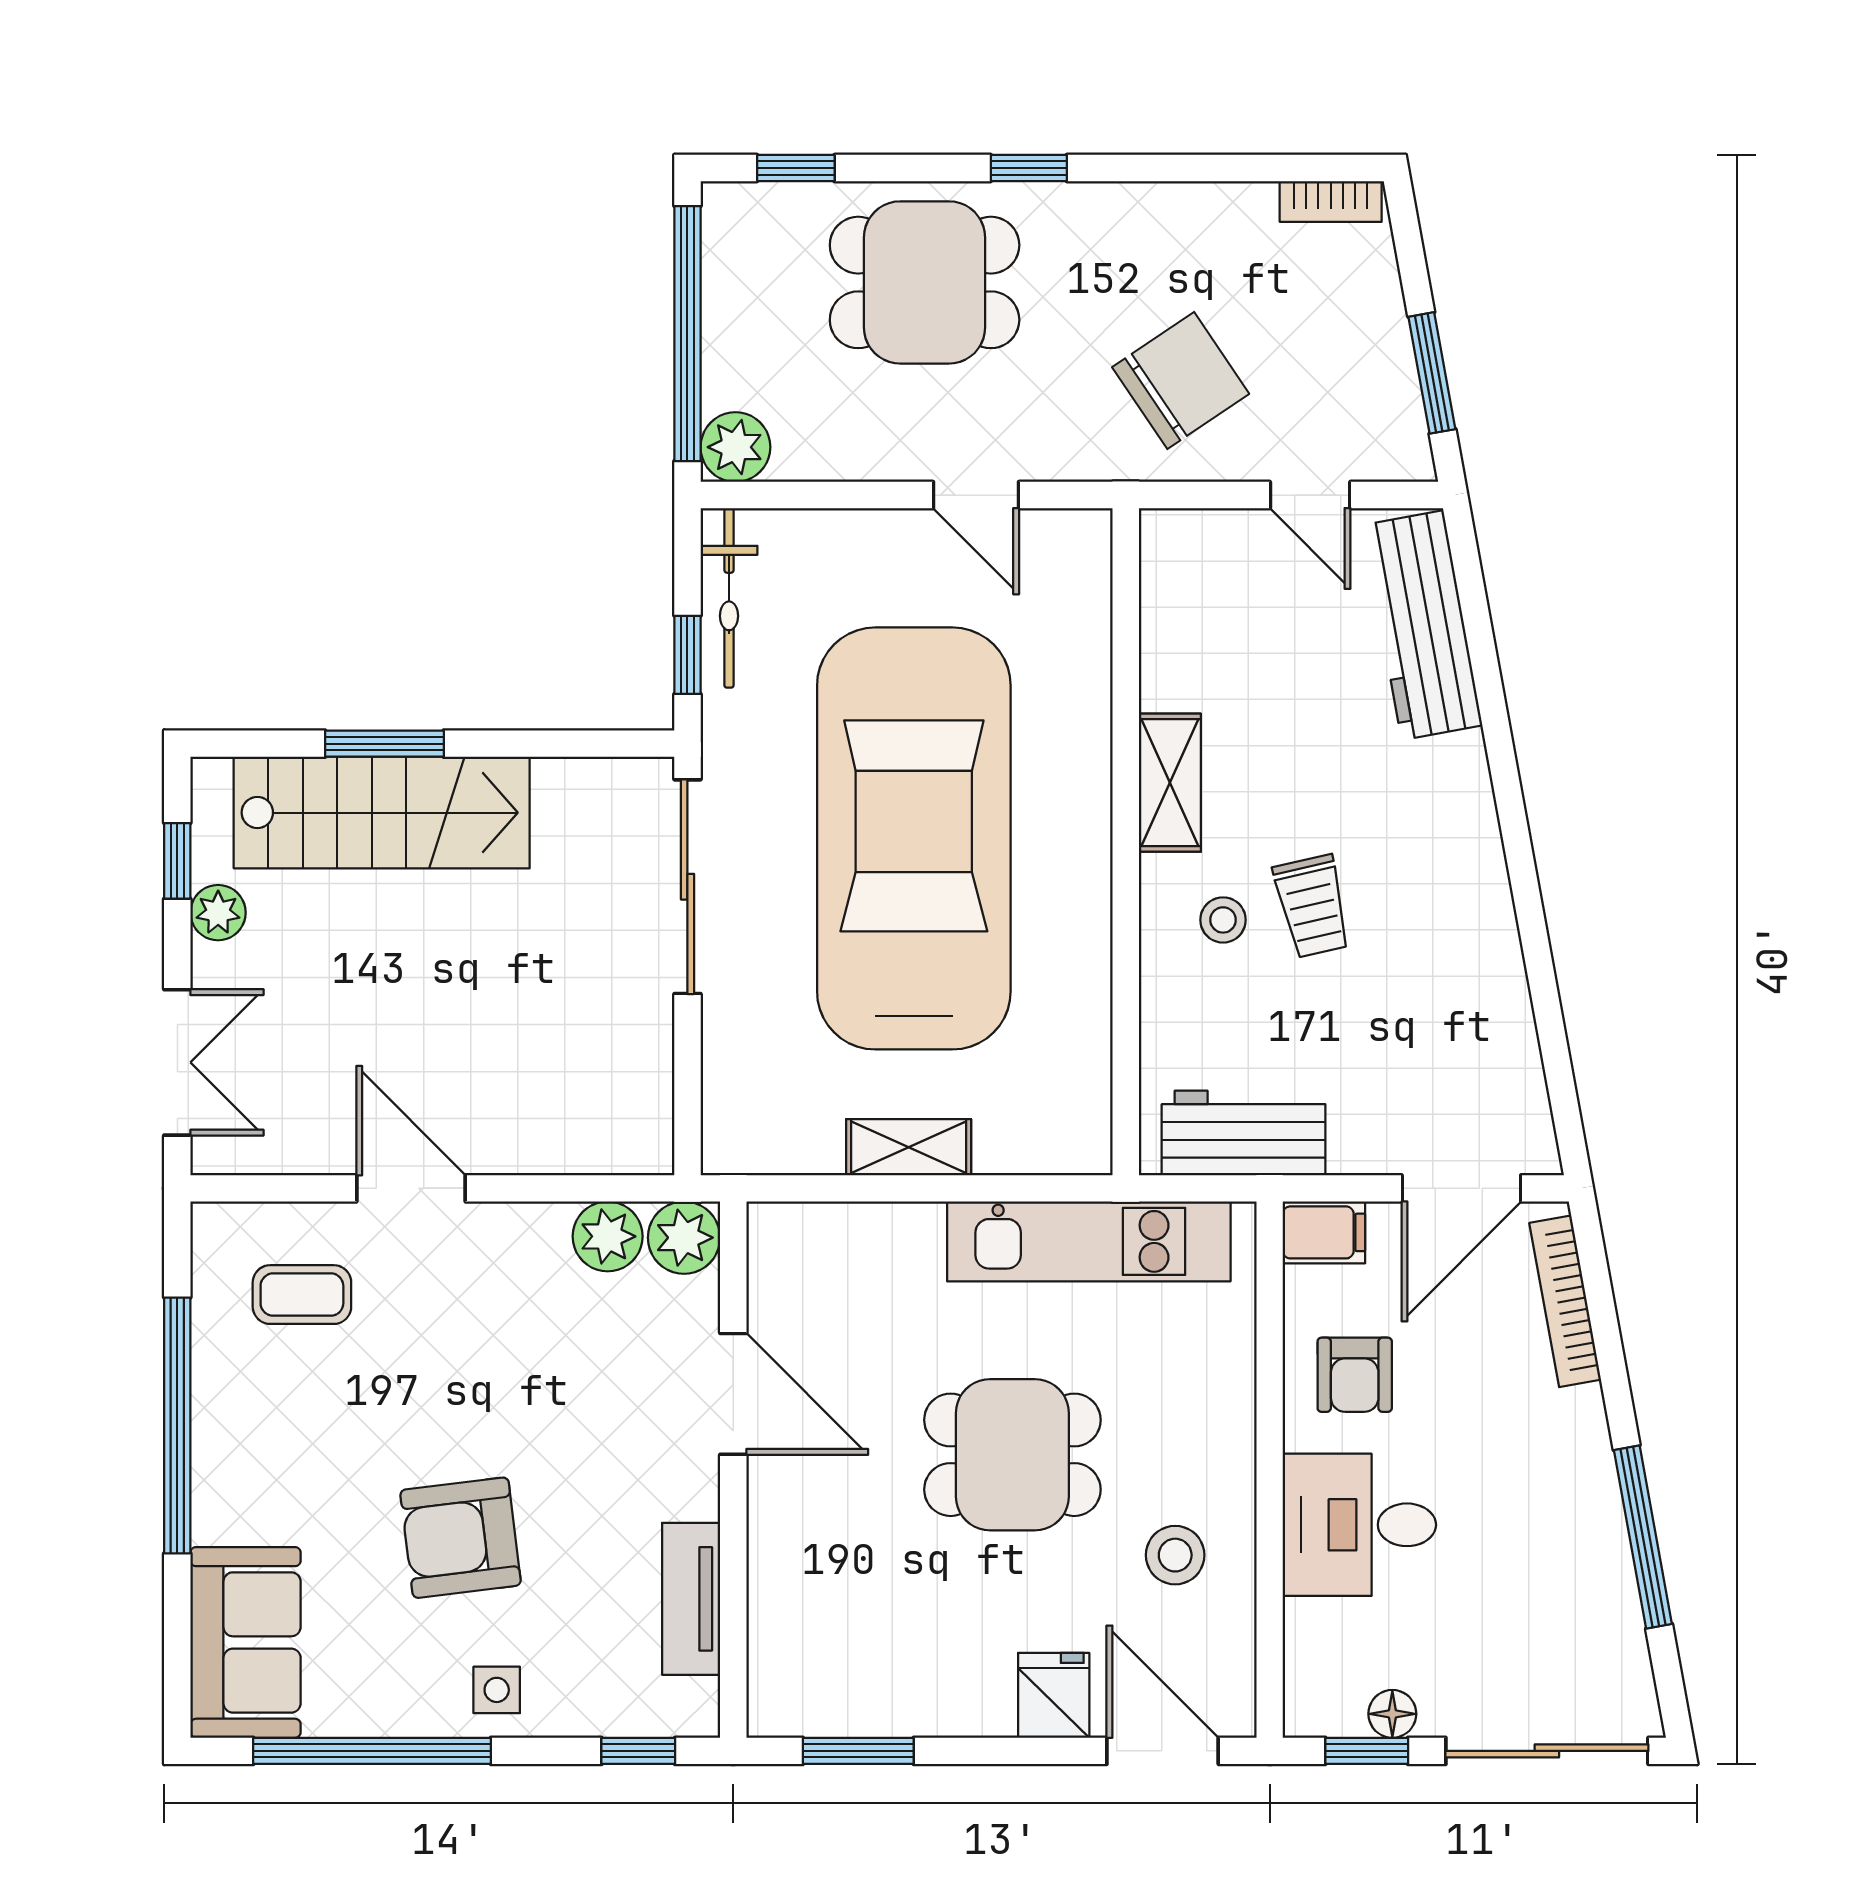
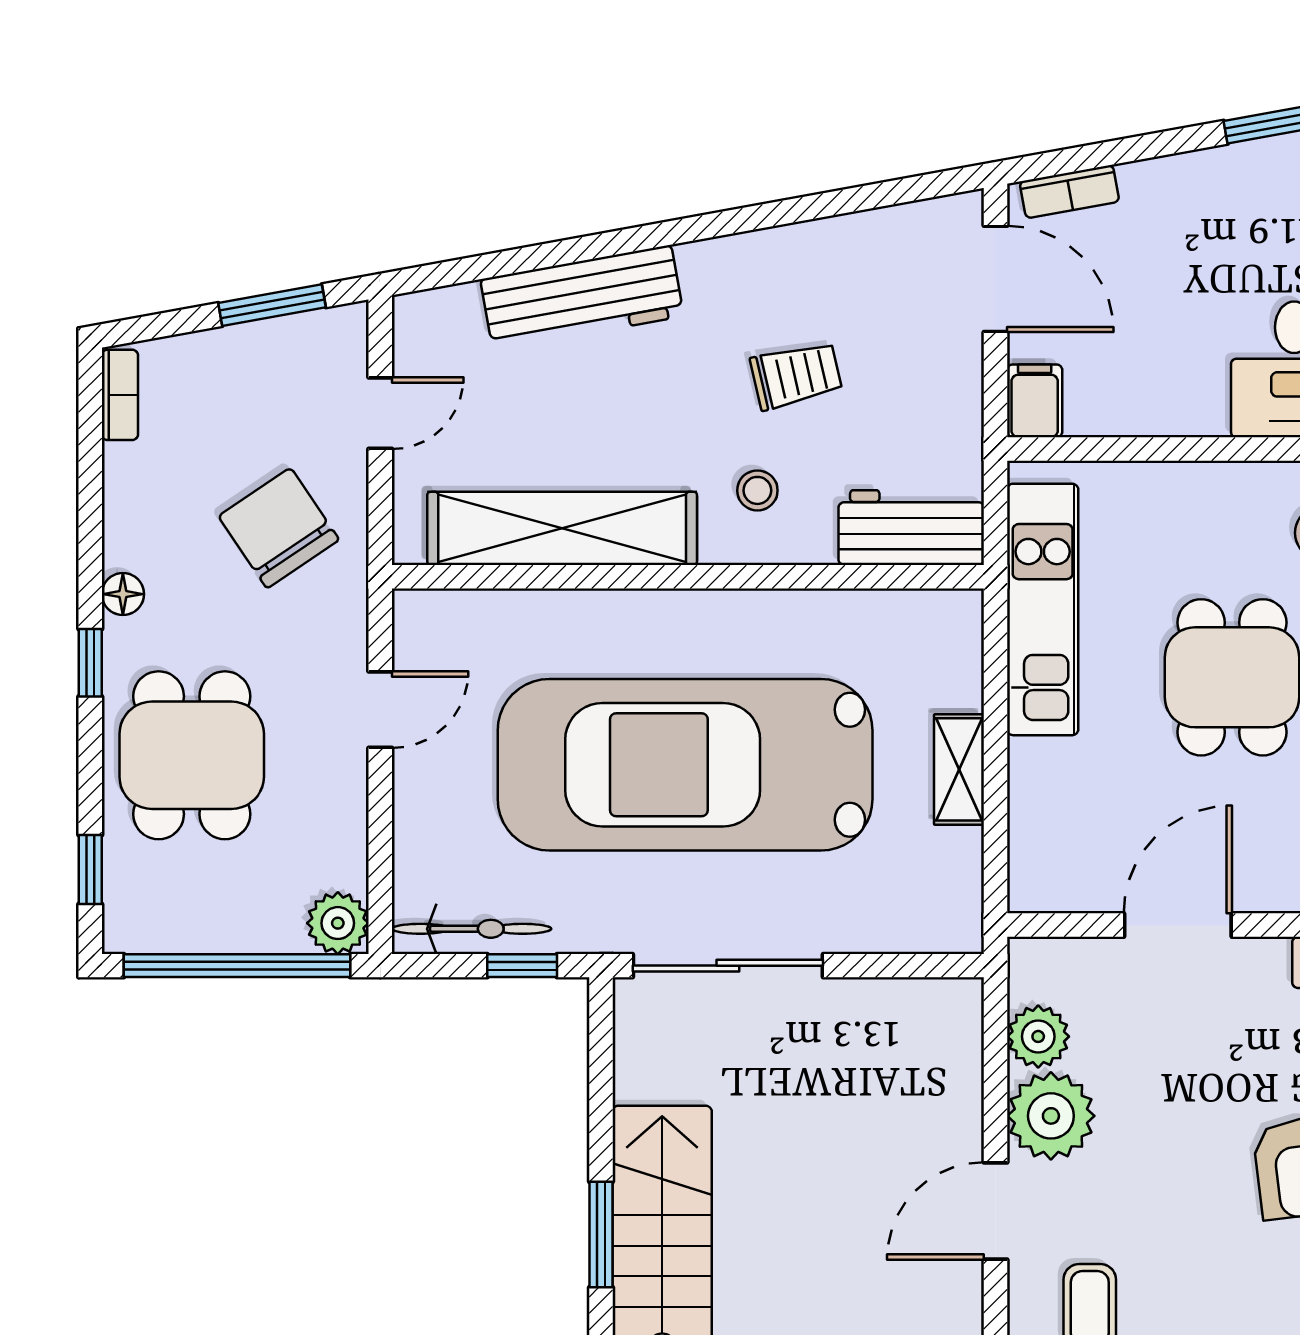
floor lamp: (1106, 205) -> (123, 594), added
workbench: (1423, 625) -> (582, 298), moved
shelving: (1170, 783) -> (562, 528), width x2.20, depth x1.33
trolley: (1312, 906) -> (796, 375), moved
workbench: (1244, 1133) -> (911, 528), moved, turned 90
plant: (684, 1238) -> (1051, 1116), moved, width x1.36, depth x1.36
bookcase: (1565, 1301) -> (1069, 192), width x0.64
armchair: (1355, 1375) -> (1161, 374), removed

